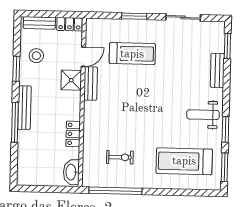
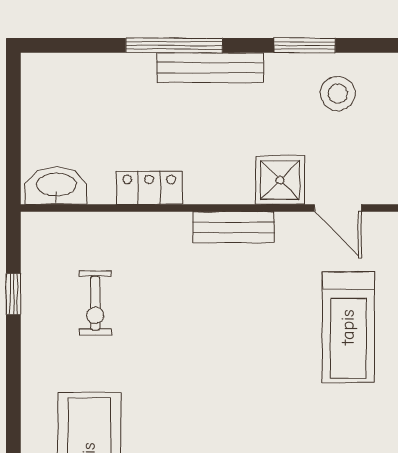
bench: (91, 84) -> (233, 227), moved
window: (115, 191) -> (13, 294), width x0.32

